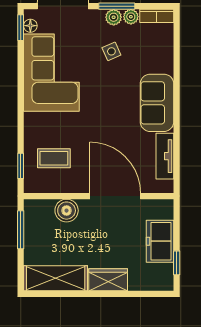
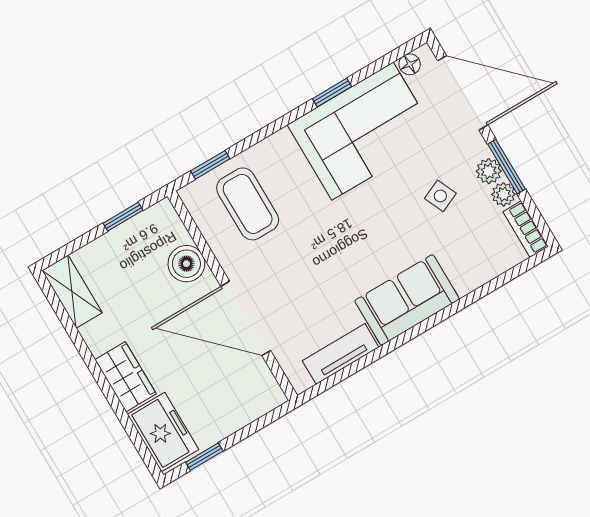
window: (21, 28) -> (332, 93), moved
coffee table: (54, 158) -> (248, 204), width x1.36, depth x1.30
door: (115, 196) -> (246, 318), swing flipped
window: (21, 230) -> (123, 217), width x0.67
freezer: (160, 241) -> (163, 432), moved, turned 90
shelving: (56, 278) -> (72, 292), width x0.67, depth x0.75

